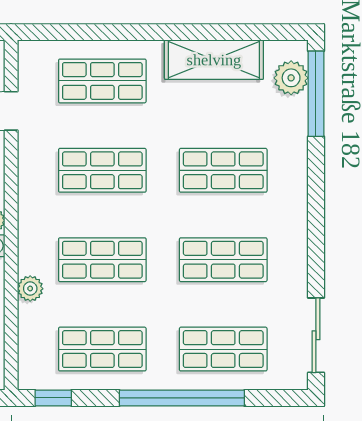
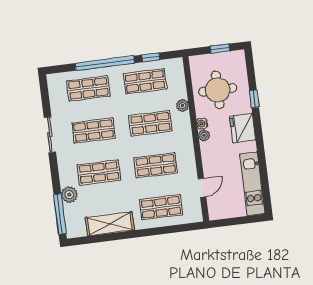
plant: (291, 78) -> (69, 195), moved
sliding door: (316, 335) -> (50, 135), moved
window: (53, 398) -> (151, 57), moved

